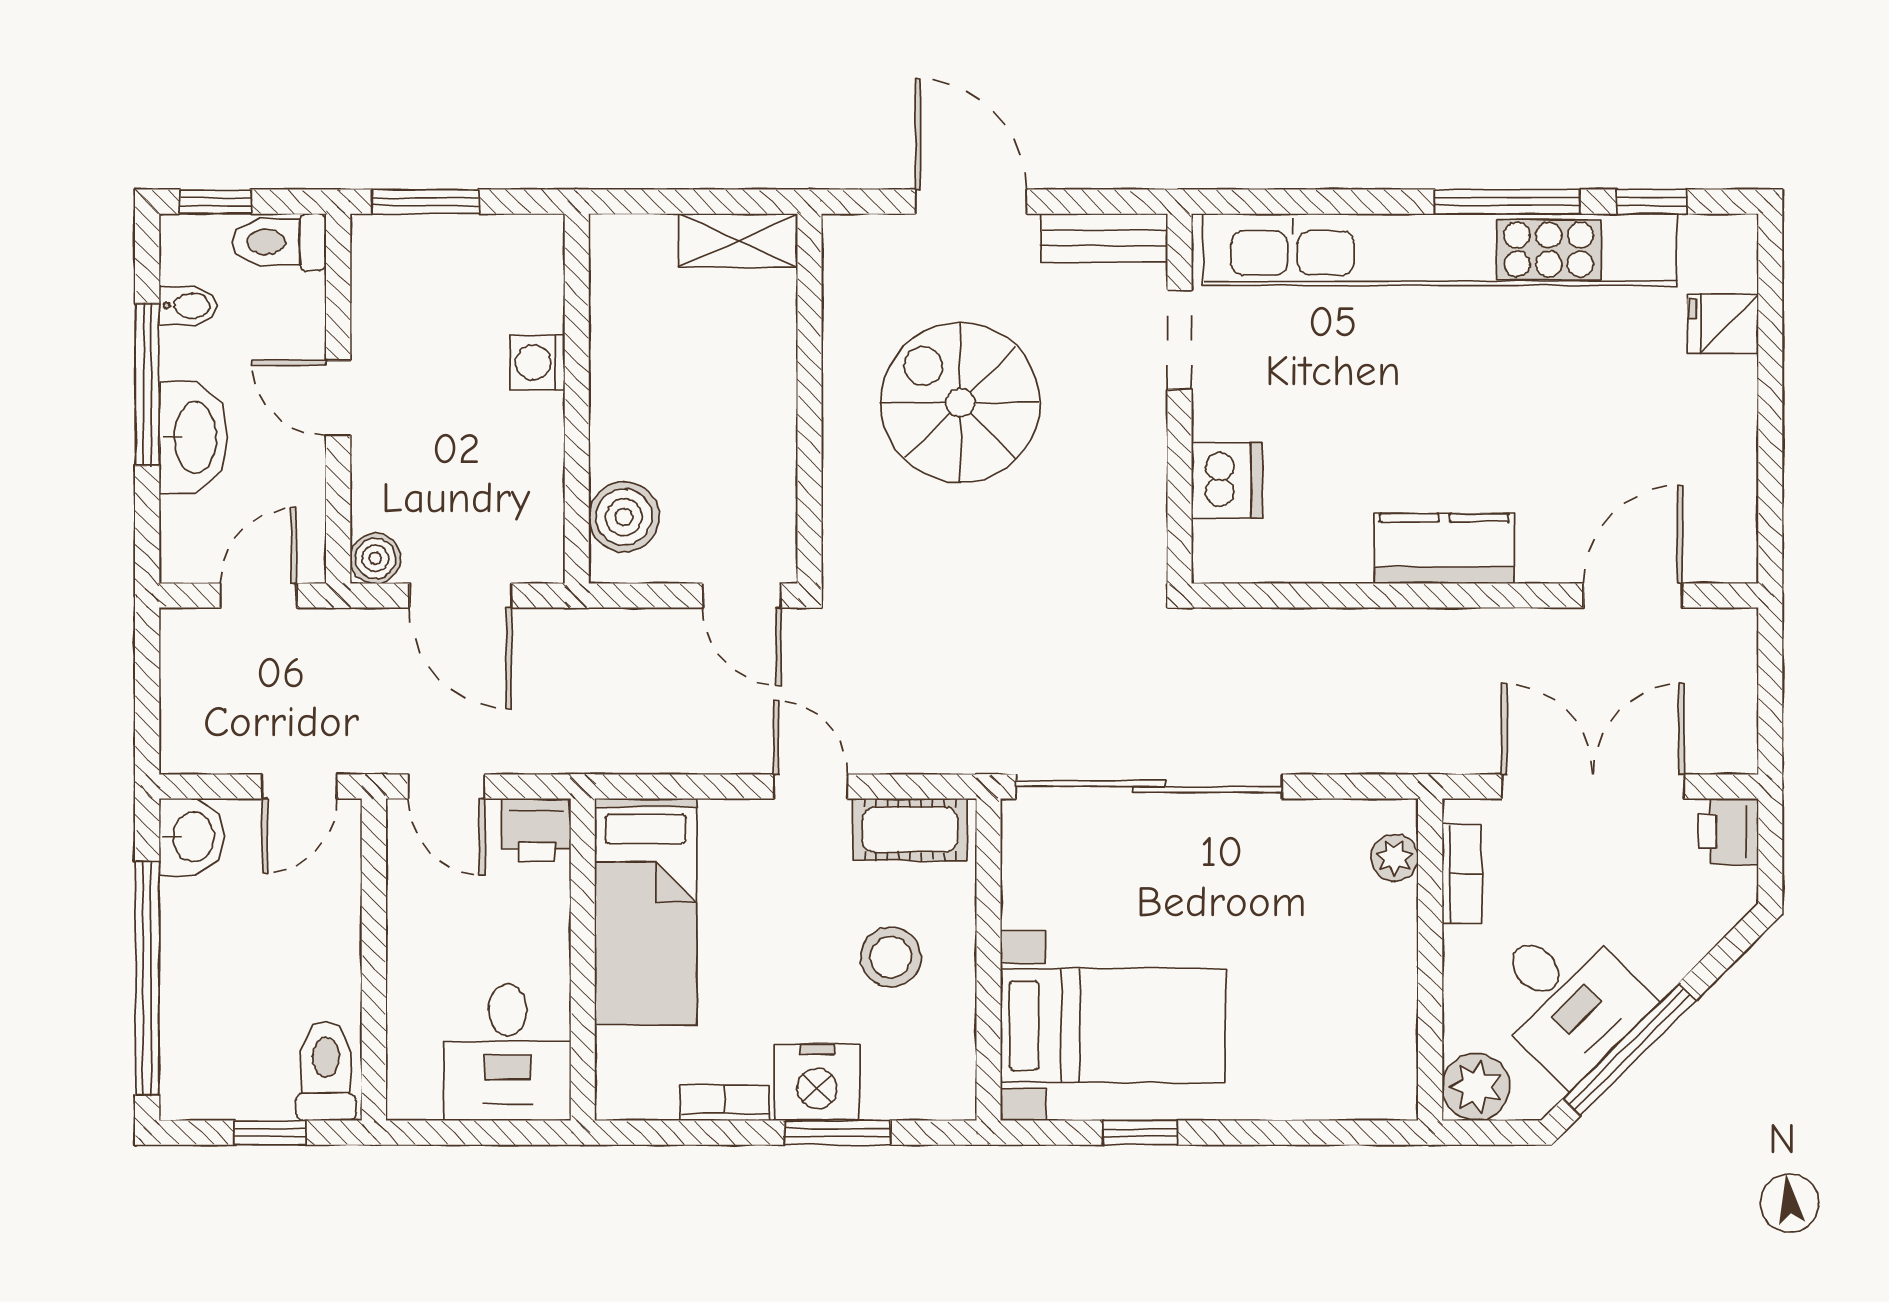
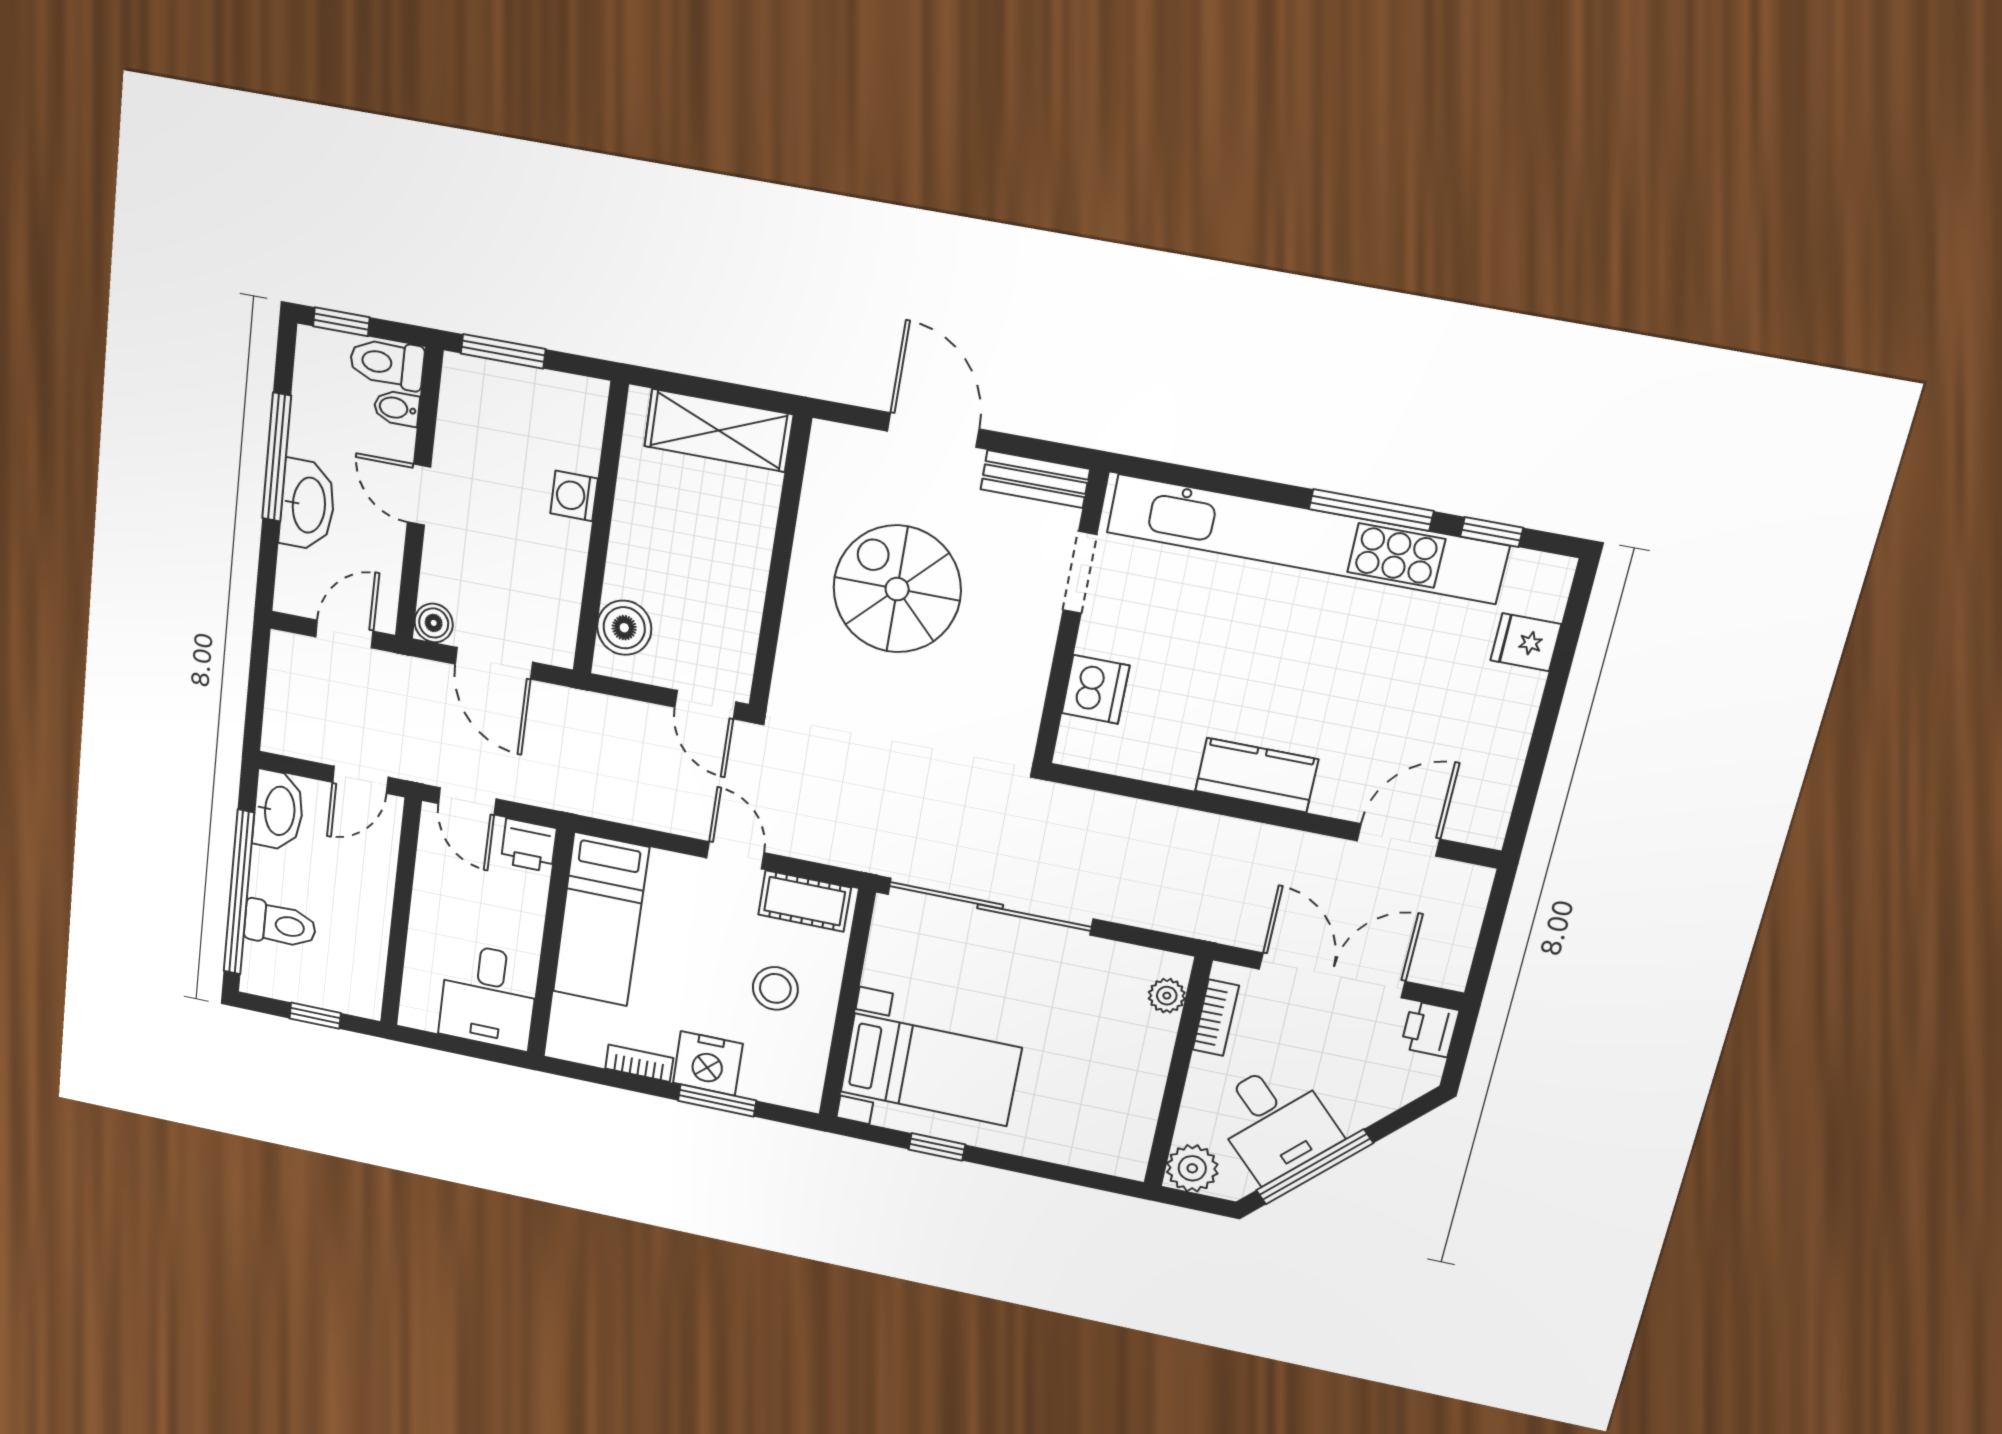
shelving: (738, 240) -> (719, 430), width x1.50, depth x1.33
bidet: (188, 306) -> (397, 408), moved, turned 180
washbasin: (192, 837) -> (278, 811), width x1.38
toilet: (326, 1071) -> (280, 925), moved, turned 90

